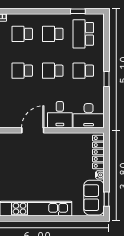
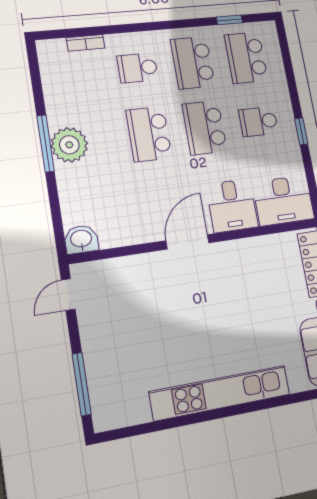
school desk: (53, 34) -> (193, 63), width x1.85
school desk: (22, 71) -> (149, 134), width x1.85
school desk: (53, 71) -> (205, 128), width x1.85

